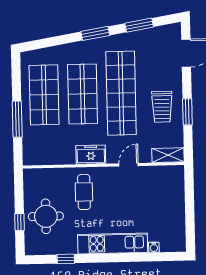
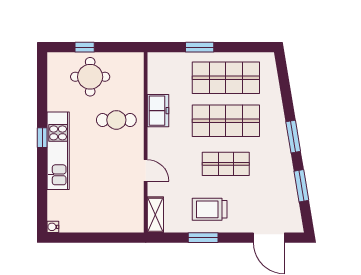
shop shelf: (121, 93) -> (226, 164), width x0.50, depth x0.74
window: (17, 119) -> (200, 47), width x0.69
freezer: (91, 155) -> (158, 111), moved
water cooler: (154, 247) -> (53, 227), moved
window: (66, 259) -> (42, 138), moved

